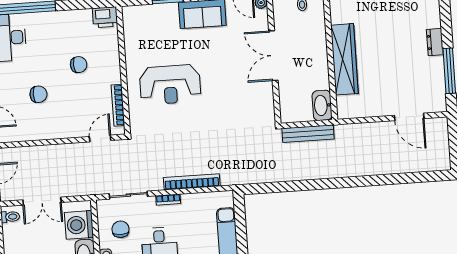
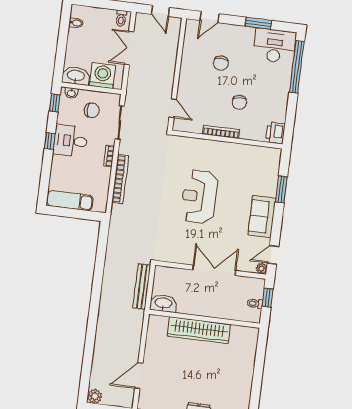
reception desk: (170, 85) -> (199, 197), moved
bookcase: (118, 105) -> (221, 132), moved
plant: (442, 162) -> (95, 396), added

